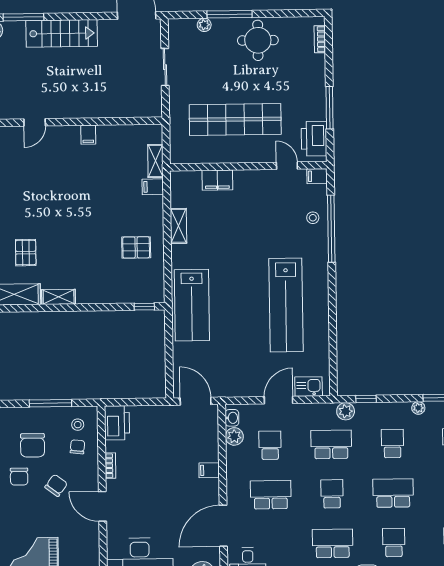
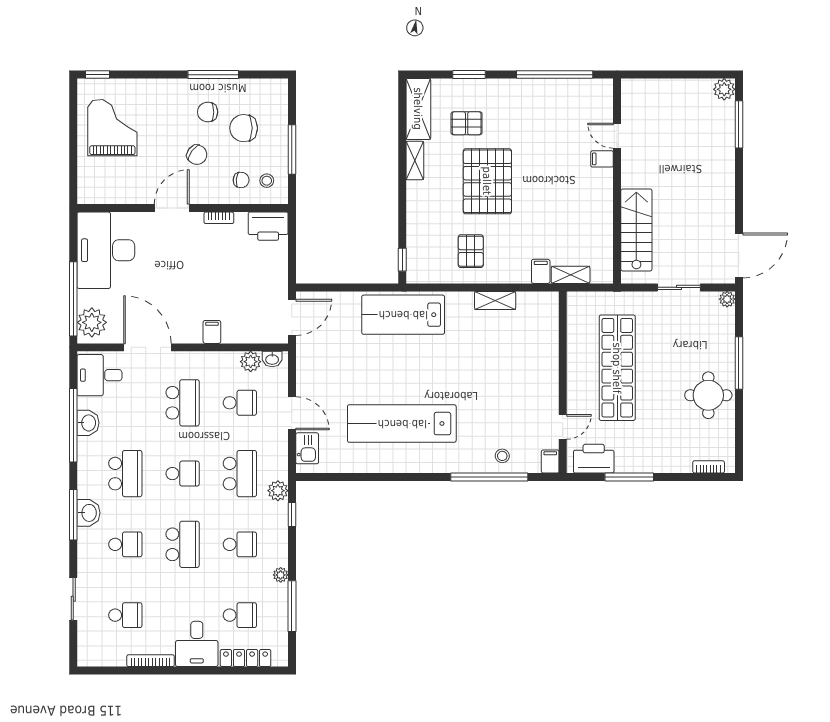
plant: (204, 25) -> (727, 299), moved
stairs: (62, 33) -> (636, 230), moved, turned 180
filing cabinet: (88, 135) -> (602, 159), moved
filing cabinet: (217, 180) -> (547, 346), removed
pallet: (76, 234) -> (487, 181), added

